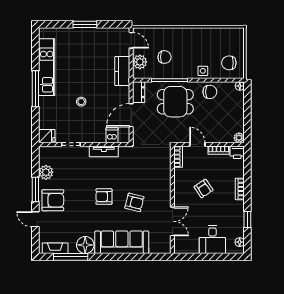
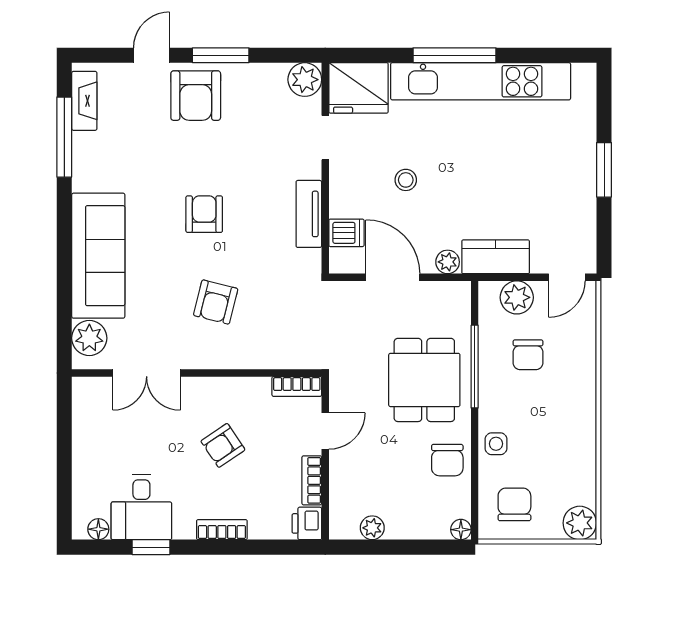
plant: (237, 35) -> (580, 523), added
kitchen unit: (47, 67) -> (481, 81), width x1.36
plant: (124, 92) -> (448, 262), added
dresser: (139, 92) -> (447, 295), removed
stool: (81, 102) -> (406, 180), moved
fridge: (47, 136) -> (358, 88), width x1.88, depth x1.34
plant: (239, 138) -> (372, 528), moved
plant: (46, 172) -> (305, 80), moved
armchair: (134, 202) -> (216, 302), moved
desk: (212, 240) -> (141, 507), moved, turned -90
floor lamp: (85, 245) -> (92, 171), removed
plant: (157, 246) -> (89, 338), added

